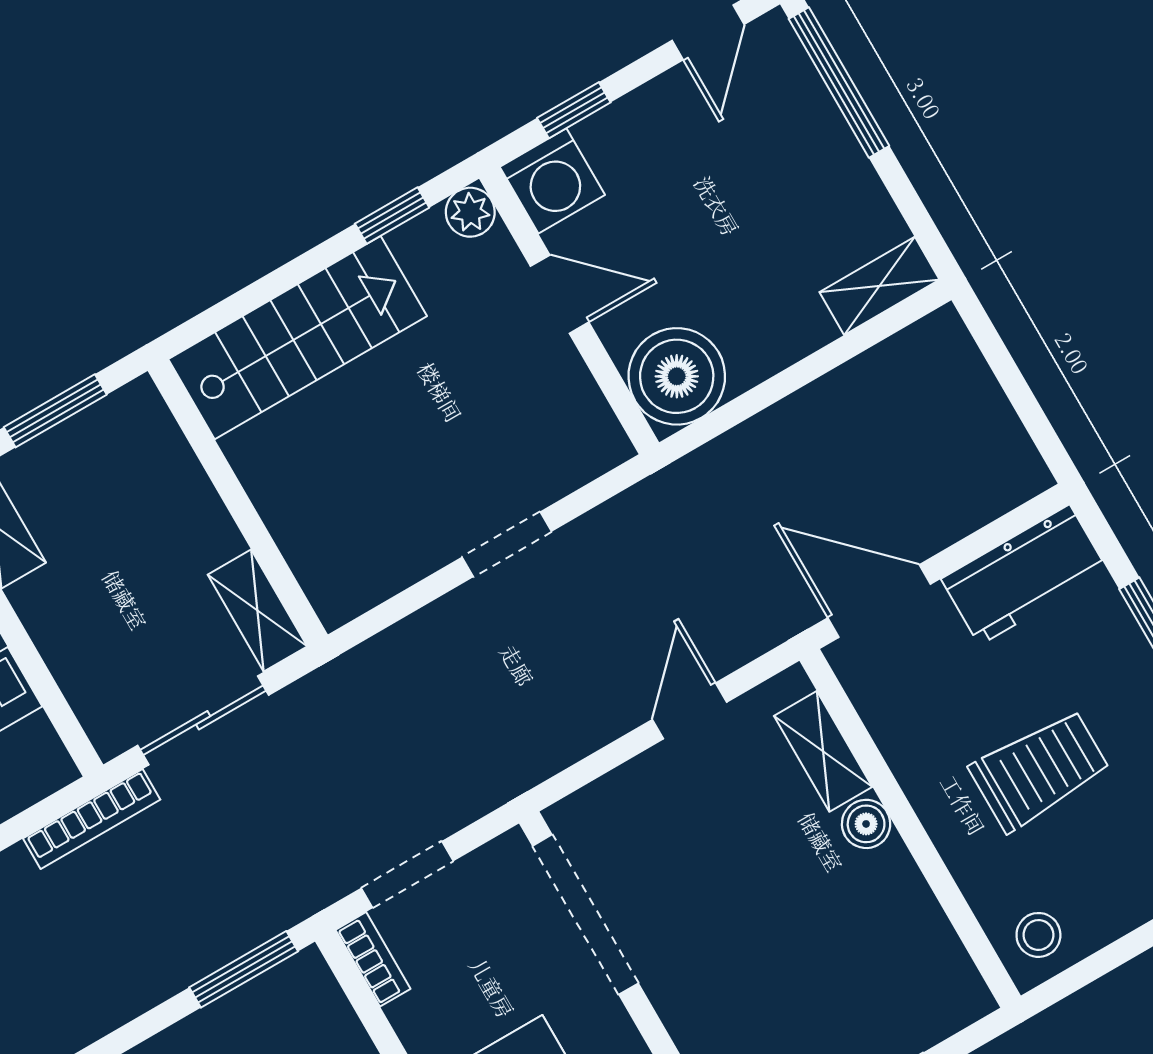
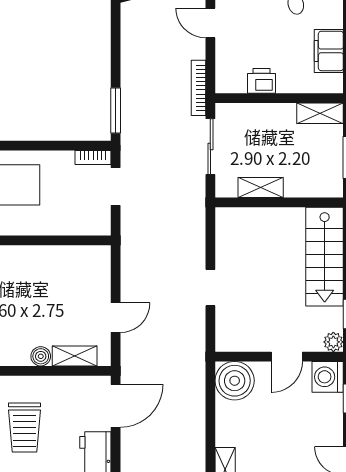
shelving: (257, 610) -> (261, 188), moved
door: (690, 711) -> (116, 318), hinge flipped
doorway: (585, 915) -> (66, 240), removed

